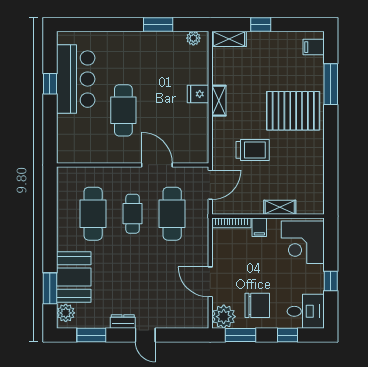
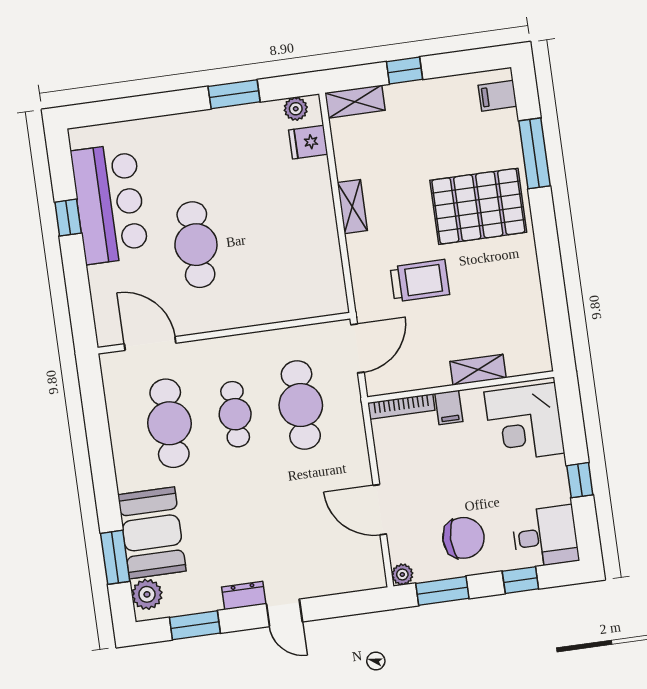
fridge: (198, 94) -> (308, 142), moved
door: (157, 165) -> (150, 343), moved
plant: (224, 317) -> (402, 575), width x0.53, depth x0.53

